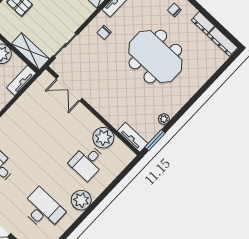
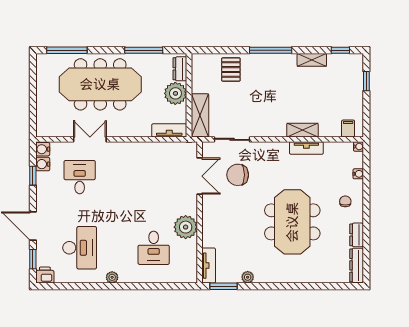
chair: (104, 32) -> (238, 175), moved, width x1.87, depth x1.87
double door: (69, 89) -> (200, 176), swing flipped
plant: (103, 138) -> (186, 227), moved
desk: (88, 162) -> (154, 248), turned -90
plant: (81, 200) -> (112, 277), width x0.53, depth x0.53

